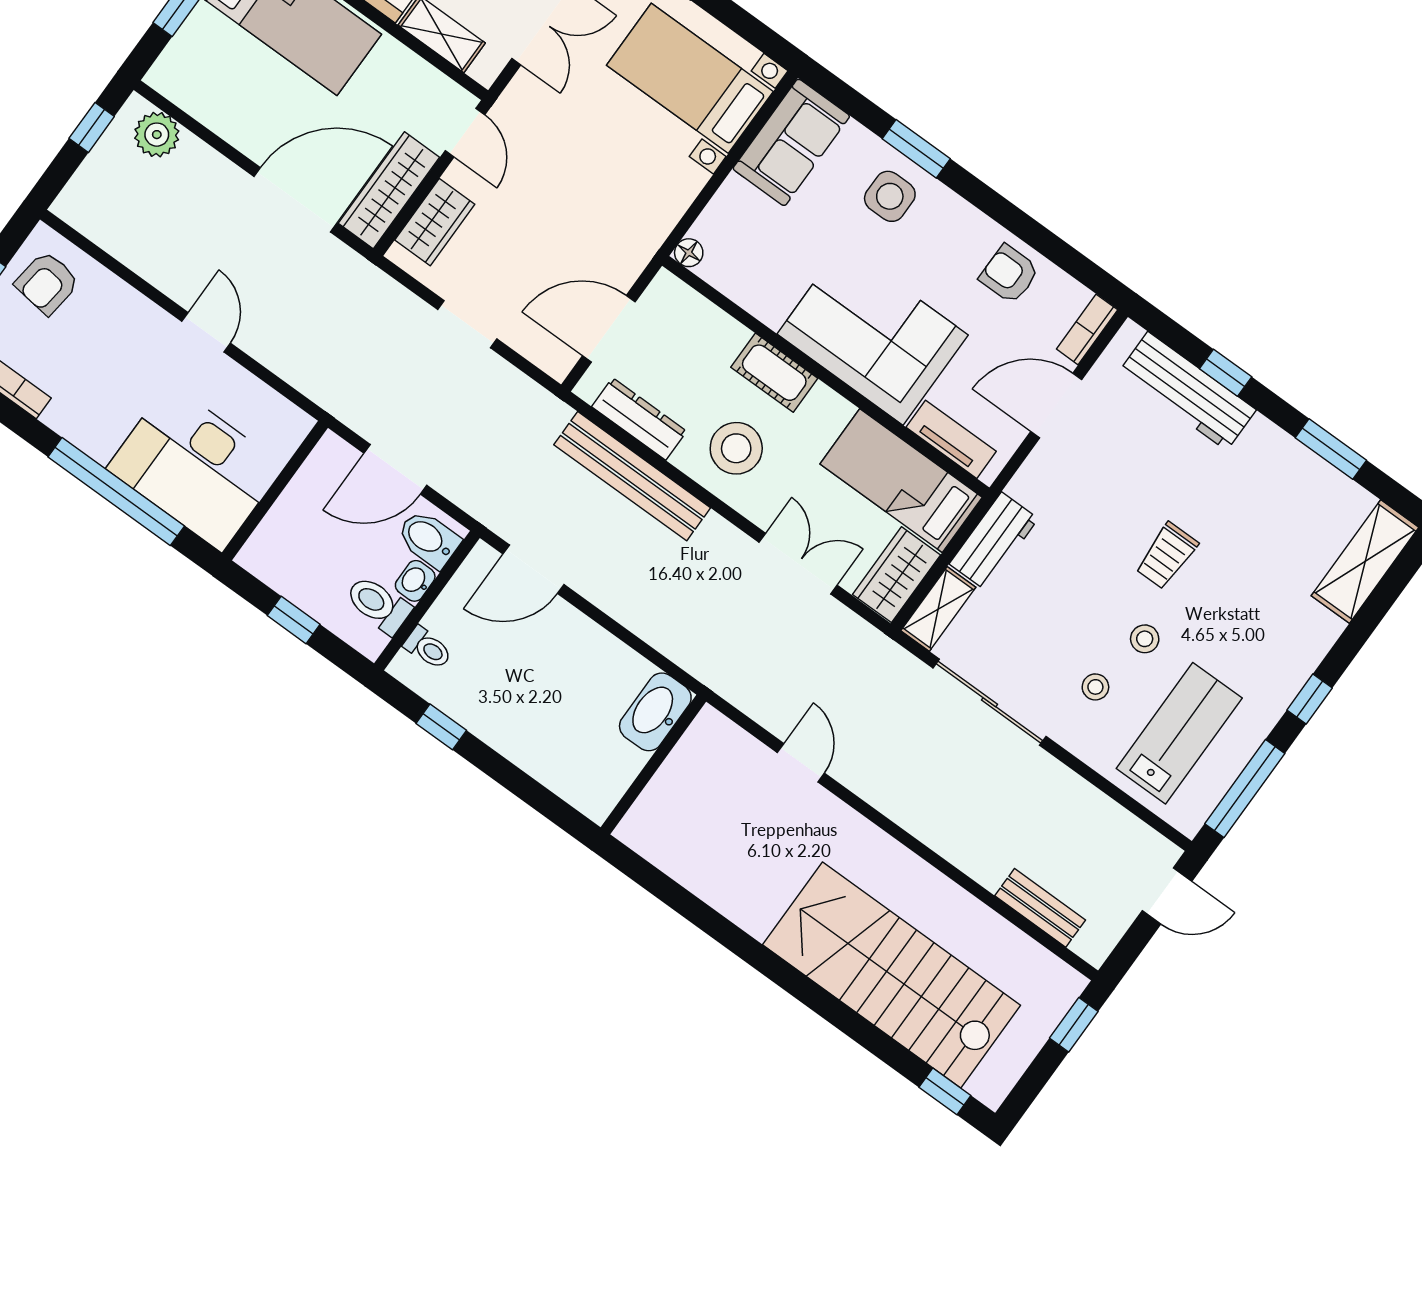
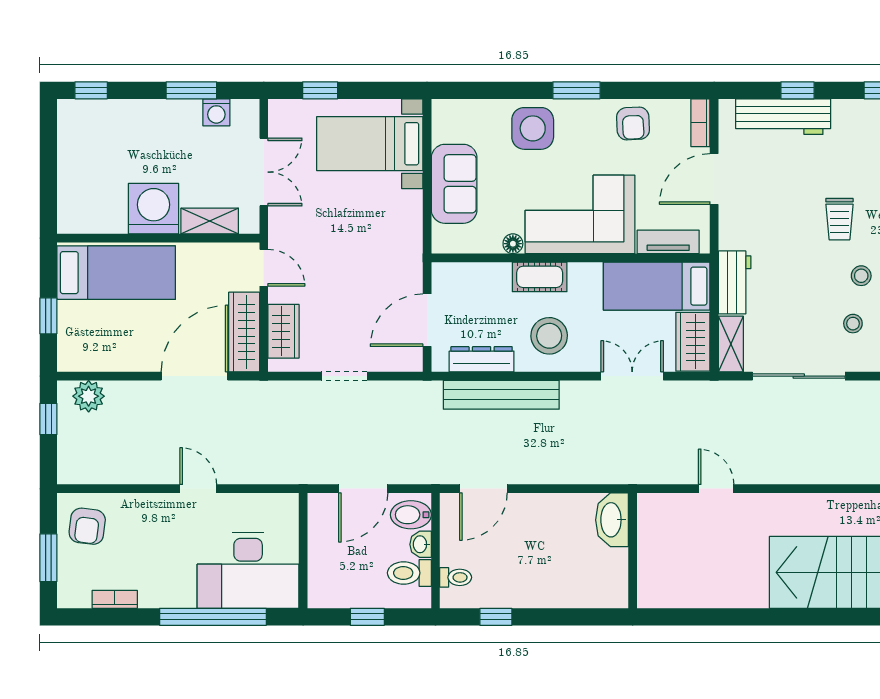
sofa: (791, 142) -> (454, 184), moved
window: (916, 149) -> (576, 90), moved
side table: (890, 196) -> (533, 128), width x1.37, depth x1.37
floor lamp: (689, 253) -> (513, 244), moved
armchair: (1009, 274) -> (633, 123), turned -93

